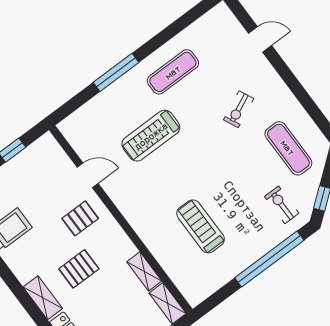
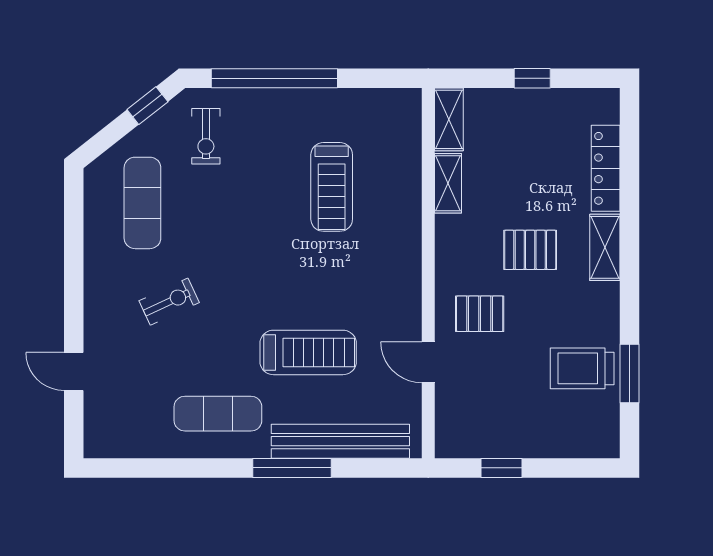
bench: (102, 104) -> (340, 441), added

